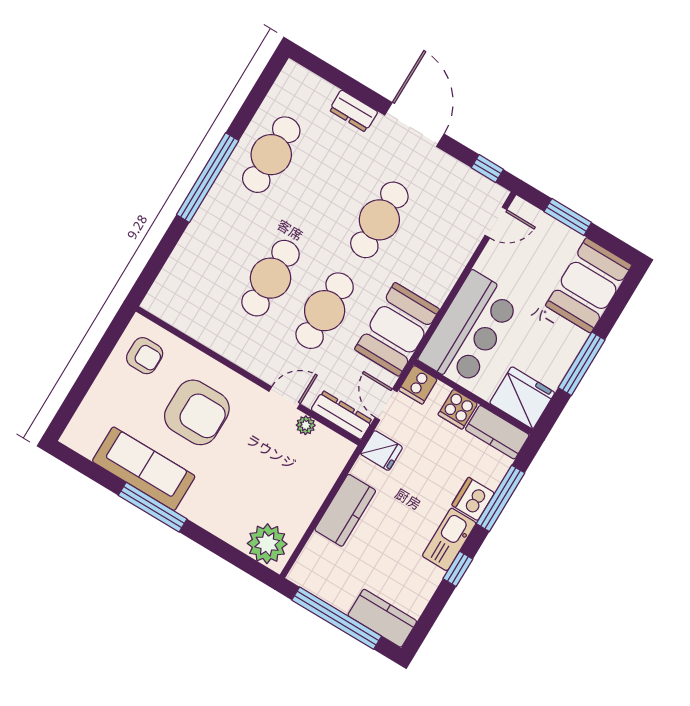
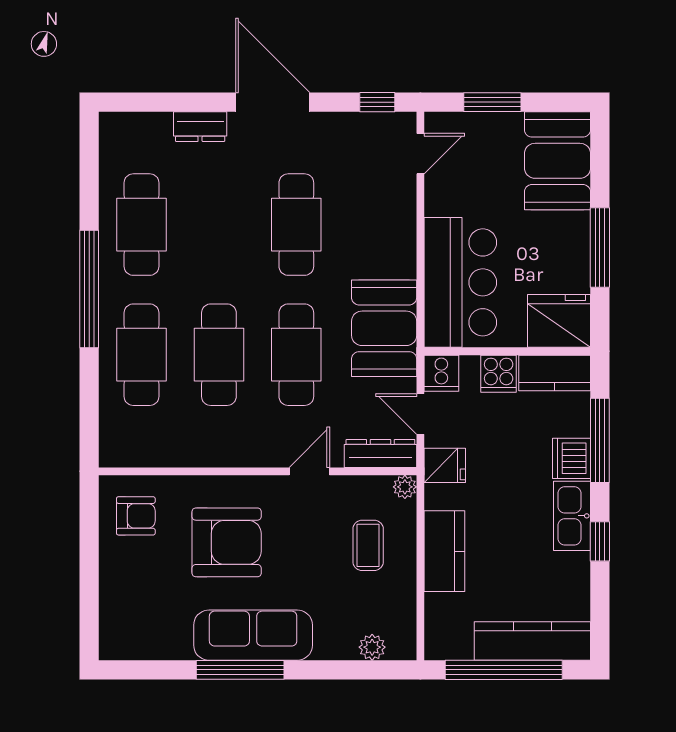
cafe table: (216, 245) -> (142, 355), added
plant: (306, 425) -> (405, 487), moved
sofa: (144, 469) -> (253, 635), moved
coffee table: (294, 474) -> (368, 545), added
plant: (267, 544) -> (372, 647), width x0.53, depth x0.53
kitchen counter: (382, 618) -> (532, 641), width x1.50

